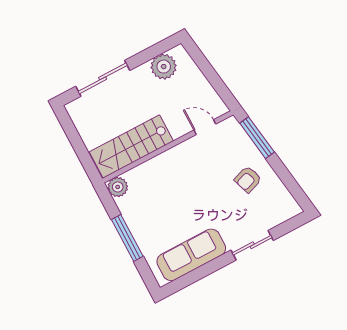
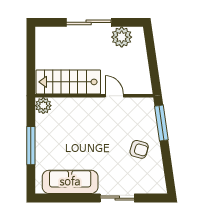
sliding door: (103, 78) -> (89, 22), moved
door: (205, 127) -> (114, 96), moved
armchair: (248, 179) -> (139, 149), turned -145

